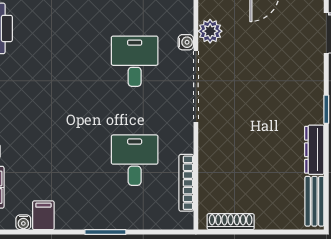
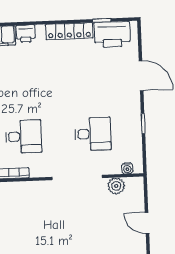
water cooler: (186, 42) -> (127, 168), moved

